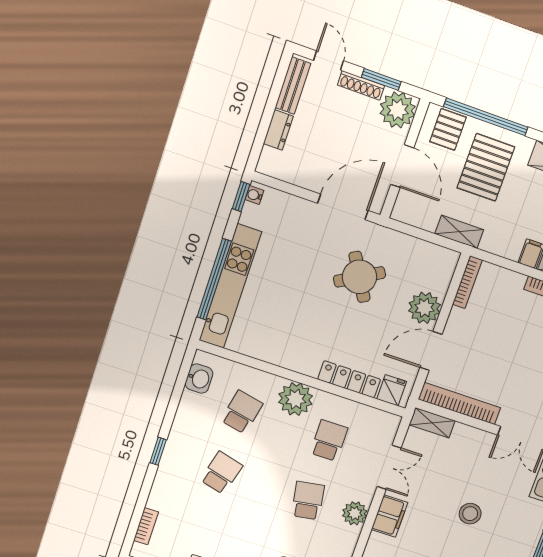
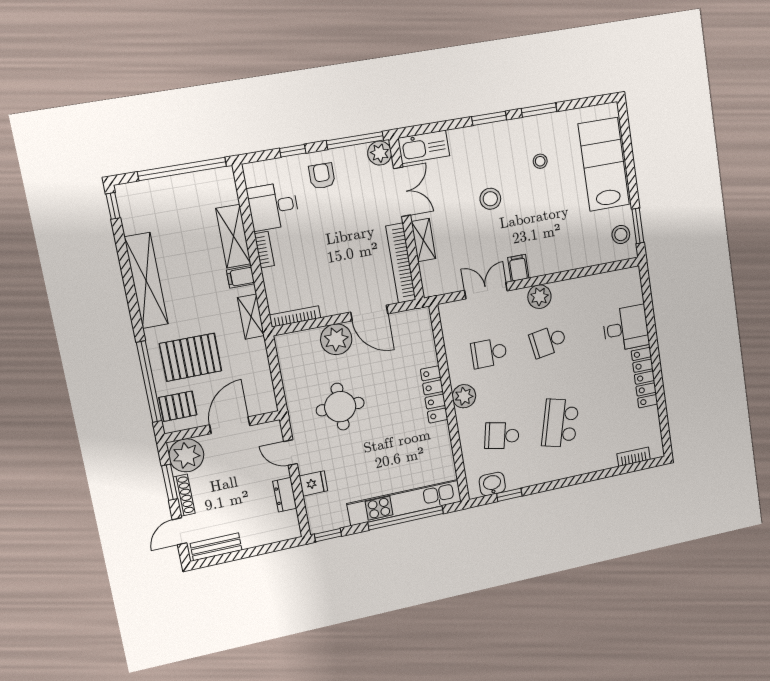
dresser: (278, 130) -> (285, 495), moved, turned -90
water cooler: (254, 195) -> (321, 526), removed
door: (343, 207) -> (291, 453), width x0.53
shelving: (459, 232) -> (251, 317), moved
round table: (359, 277) -> (340, 407), turned 30
locker: (349, 379) -> (434, 394), moved
fridge: (392, 390) -> (313, 483), moved, turned 180
plant: (295, 399) -> (464, 396), width x0.73, depth x0.73
shelving: (432, 423) -> (423, 240), moved
window: (158, 451) -> (509, 495), moved
school desk: (221, 473) -> (560, 423), width x1.85
filing cabinet: (390, 516) -> (518, 268), width x0.50

